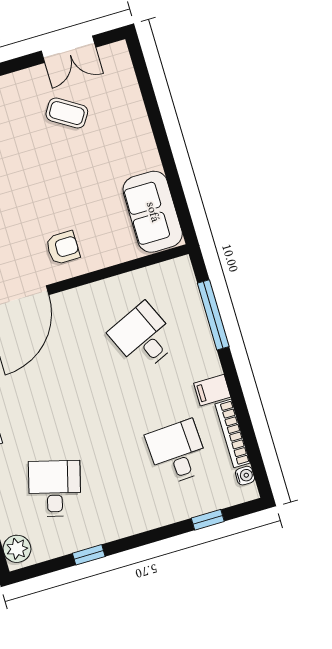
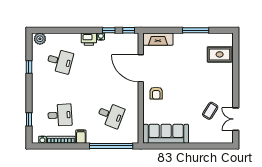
sofa: (153, 212) -> (166, 134), width x1.36
window: (213, 315) -> (111, 146), width x1.46
desk: (143, 337) -> (111, 115), turned 45

